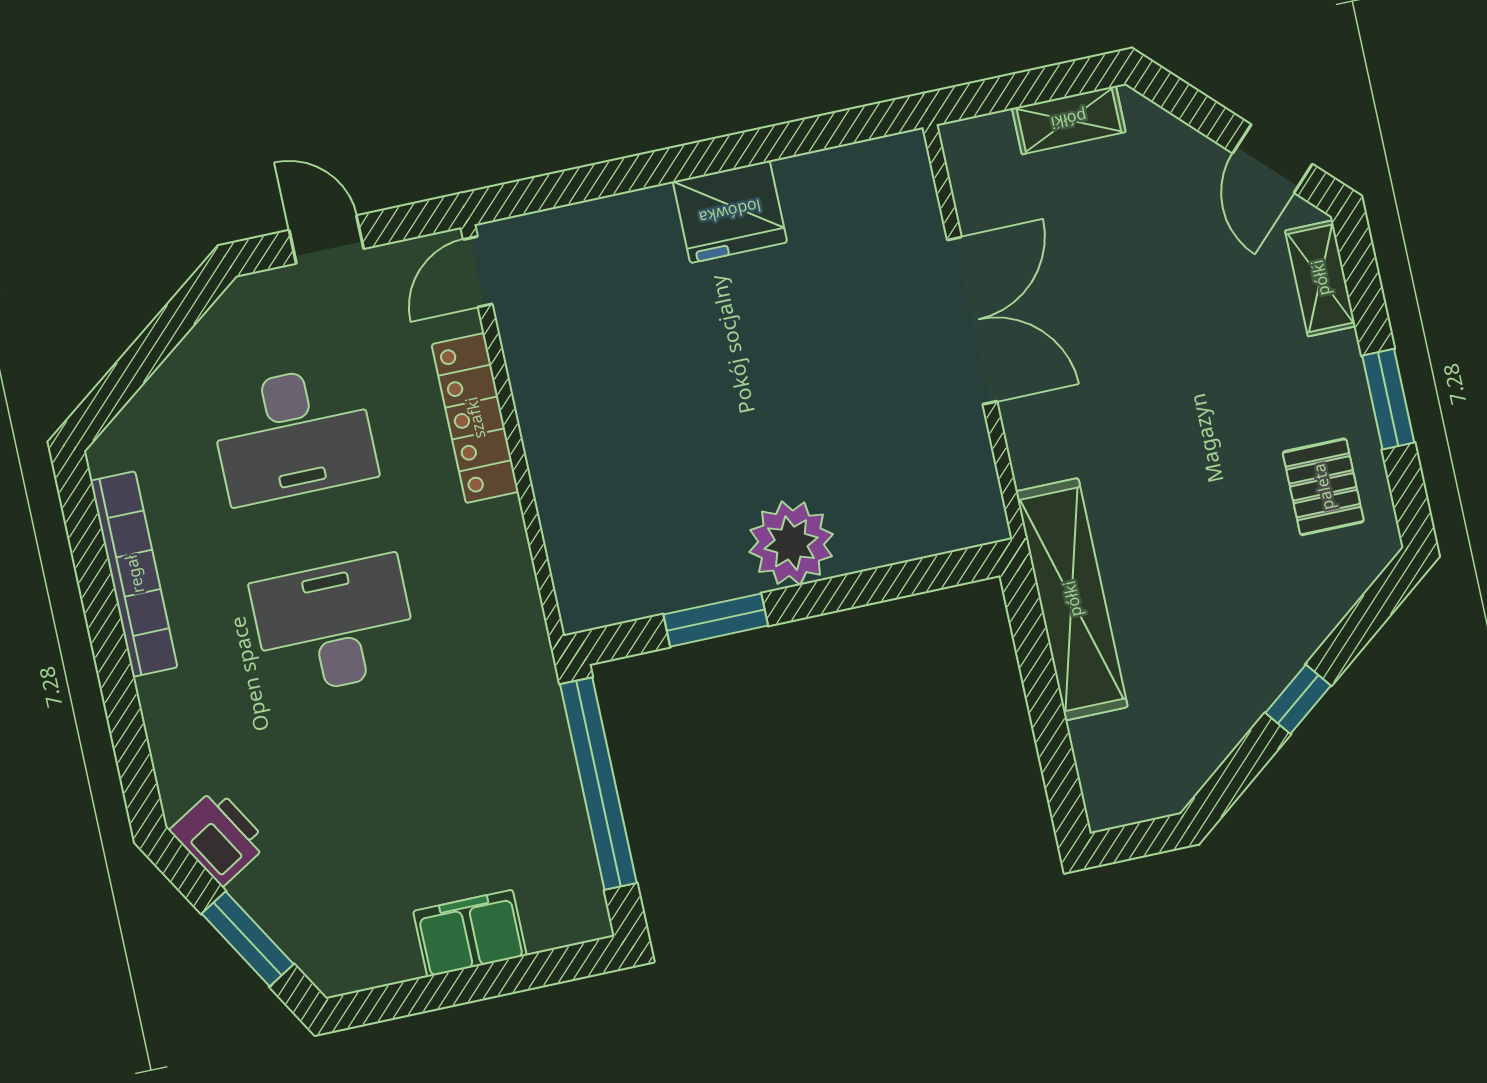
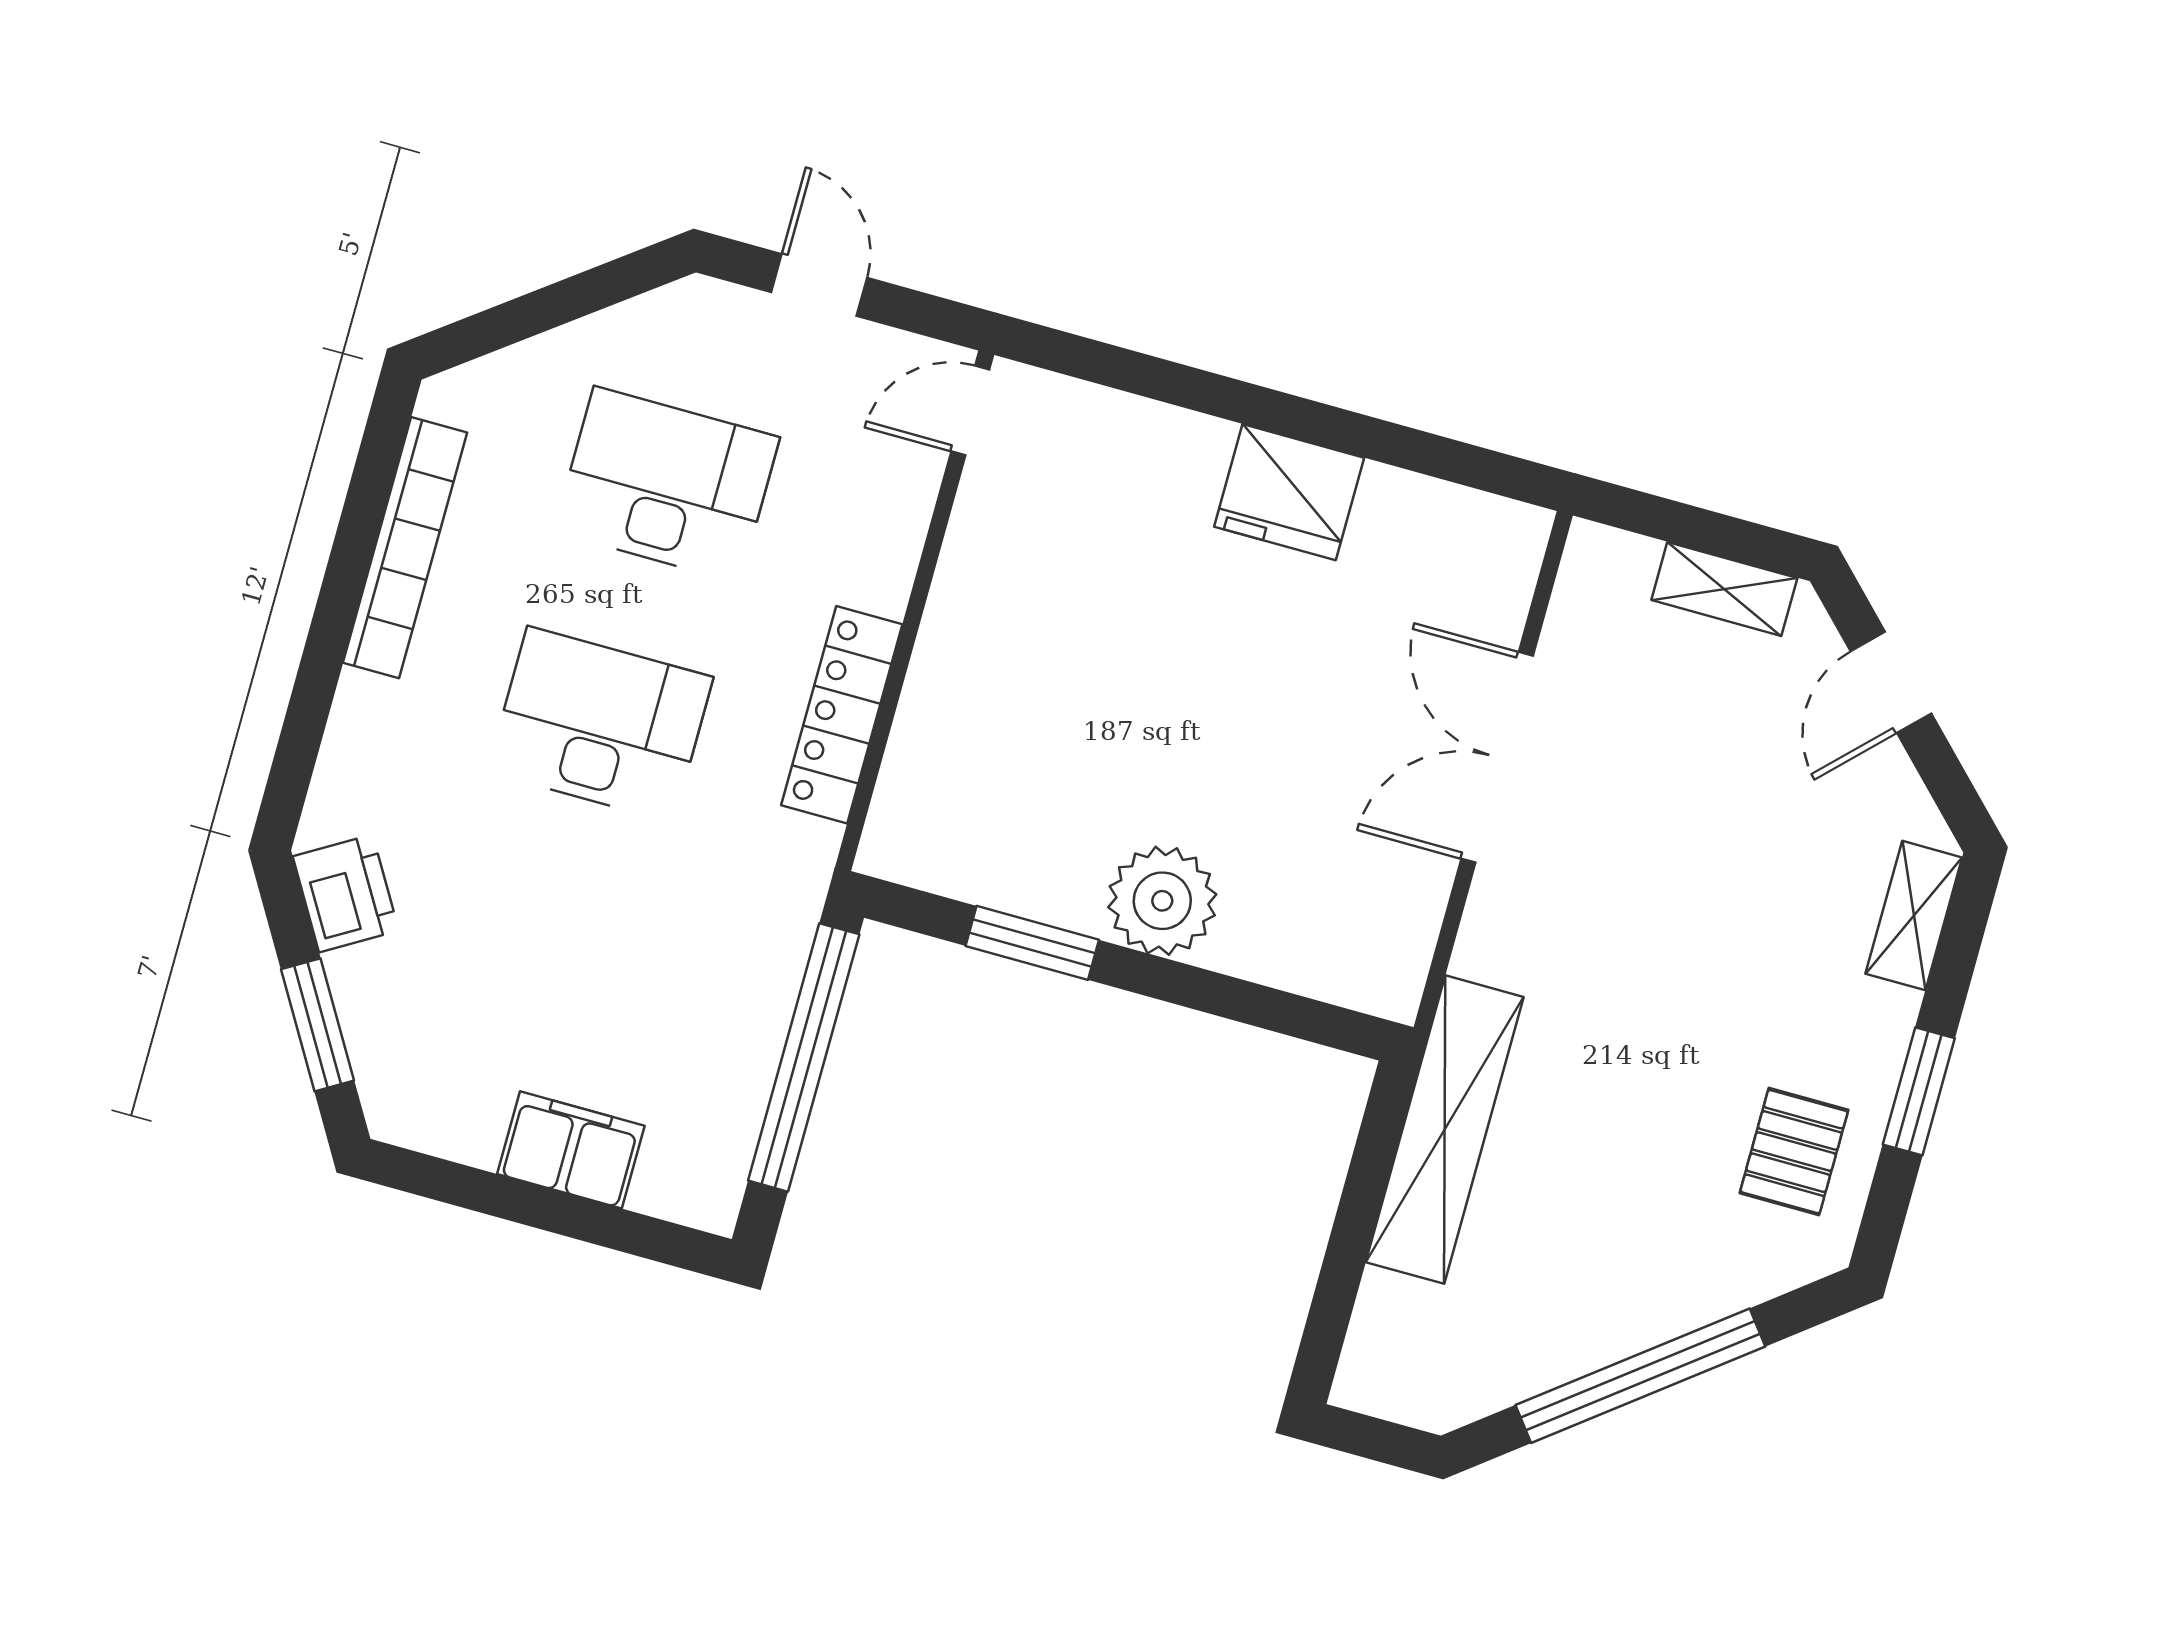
door: (1273, 159) -> (1891, 682), moved
double door: (972, 321) -> (1497, 757), swing flipped
locker: (475, 418) -> (842, 715), moved
desk: (293, 434) -> (667, 484), turned 180
window: (1298, 699) -> (1640, 1376), width x3.17

